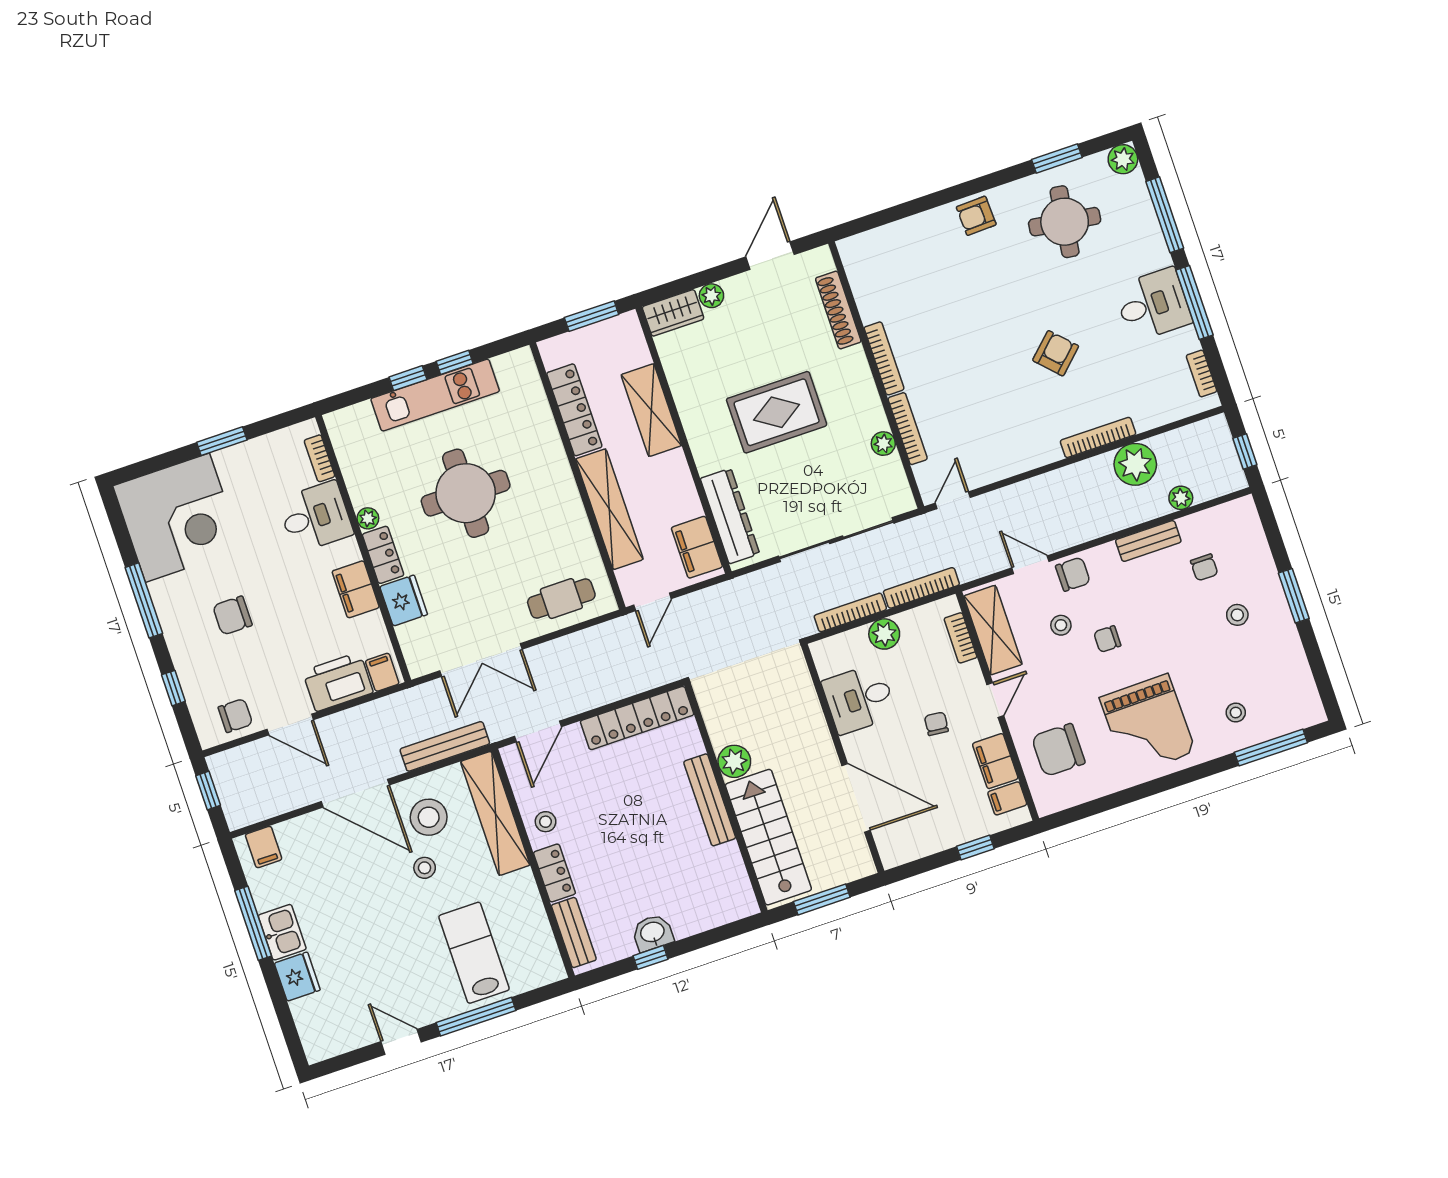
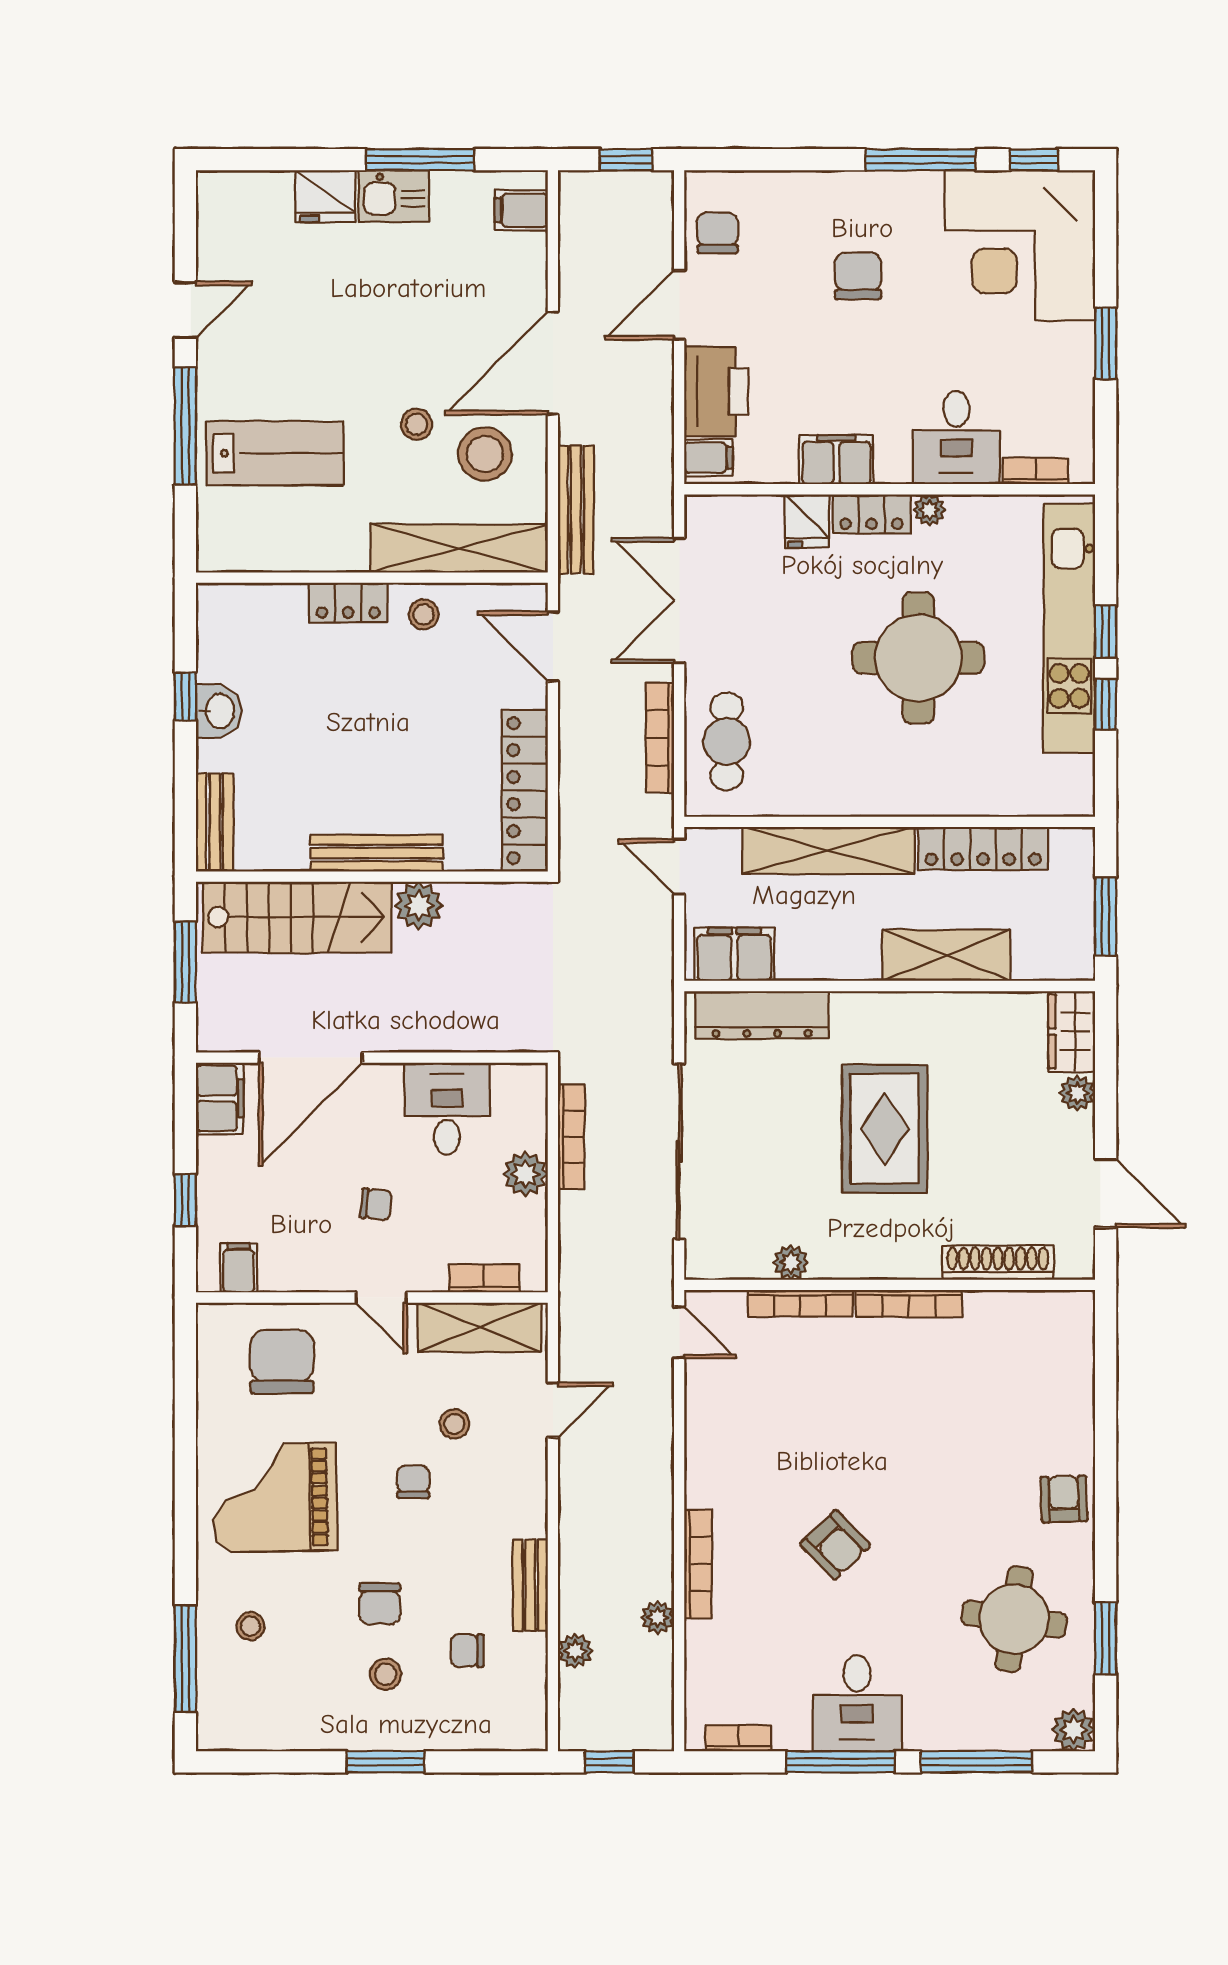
kitchen unit: (435, 395) -> (1069, 628), width x1.36
plant: (1135, 464) -> (658, 1618), width x0.53, depth x0.53
chair: (1073, 574) -> (380, 1604), moved
bookcase: (921, 588) -> (660, 738), moved, turned 180
fridge: (404, 601) -> (807, 521), width x0.72
window: (173, 688) -> (1034, 160), moved
chair: (235, 716) -> (717, 233), turned 180
filing cabinet: (995, 761) -> (220, 1098), moved, turned 90
bench: (574, 932) -> (215, 822), moved, turned 90

